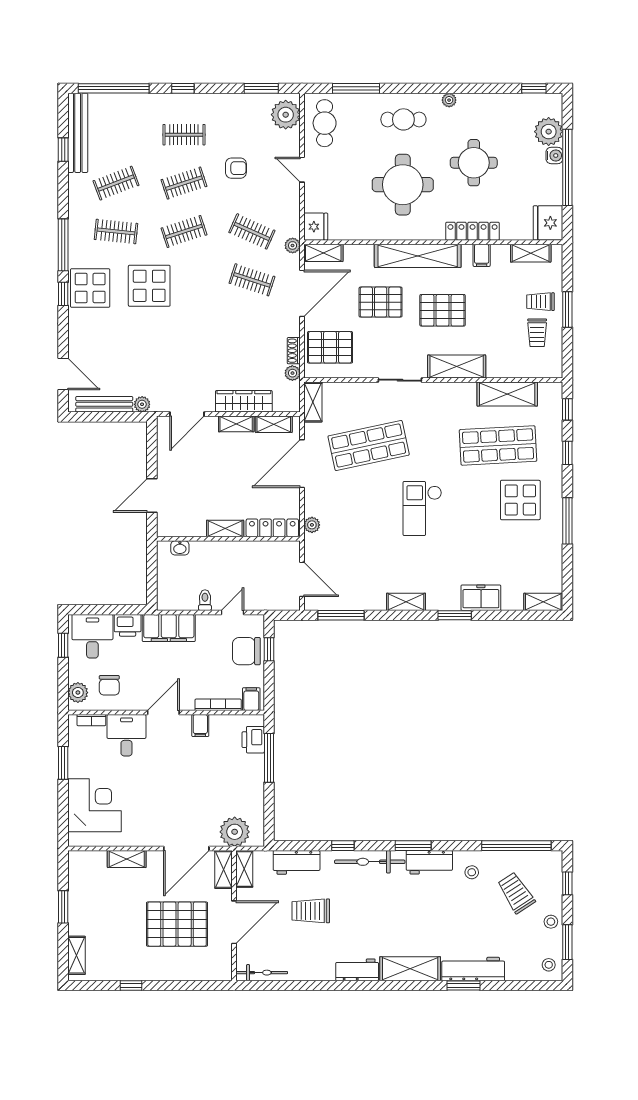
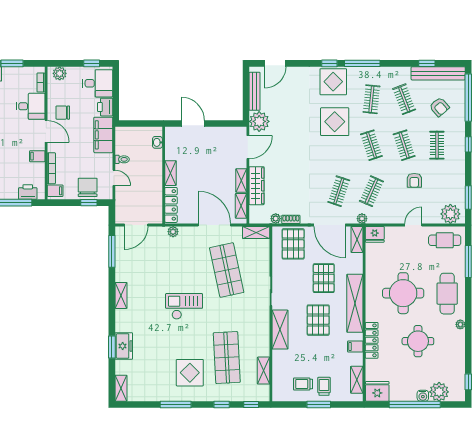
cafe table: (403, 119) -> (447, 294), width x1.37, depth x1.35
armchair: (127, 131) -> (439, 107), added
shelving: (507, 394) -> (264, 371), width x0.67, depth x0.75
plant: (142, 404) -> (259, 121), width x1.87, depth x1.87
door: (187, 414) -> (248, 147), swing flipped
window: (455, 615) -> (112, 347), moved
chair: (109, 685) -> (63, 113), moved

